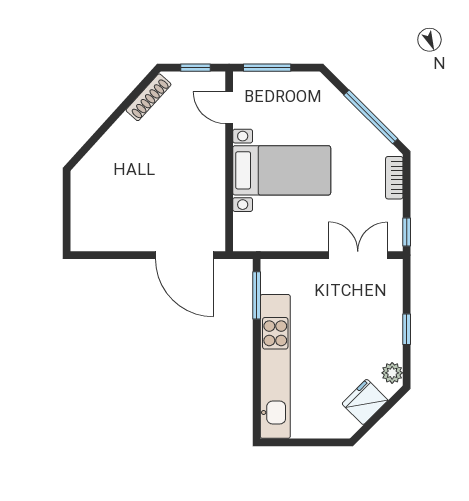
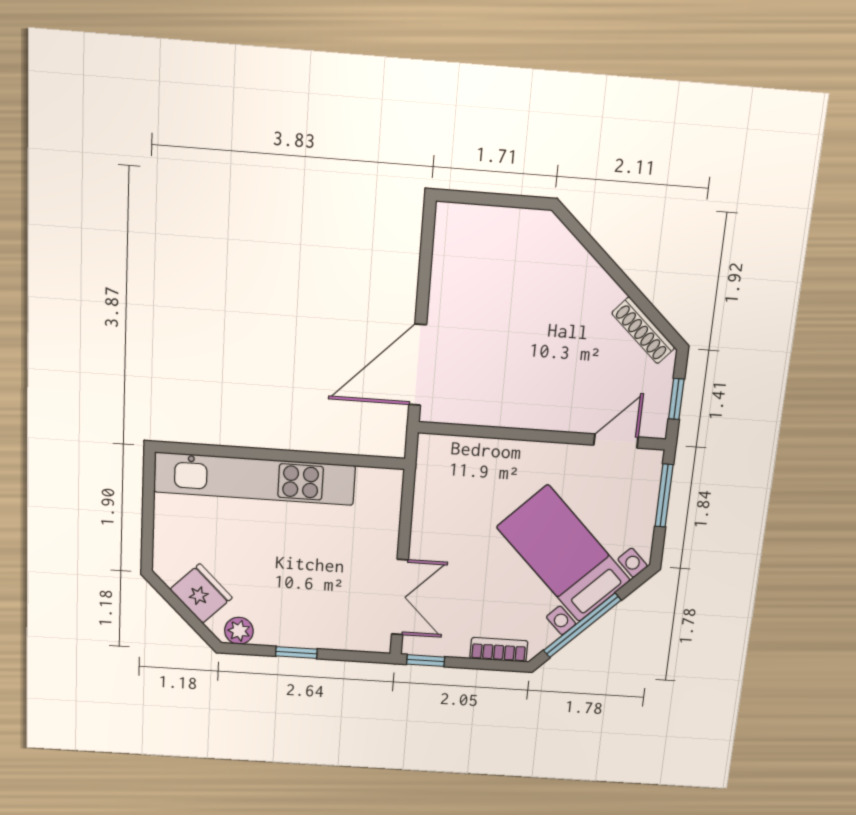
bed with nightstands: (282, 170) -> (564, 554), moved, turned 135
window: (257, 295) -> (354, 460), removed

